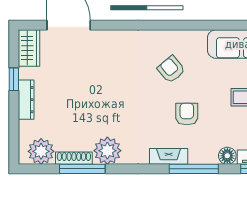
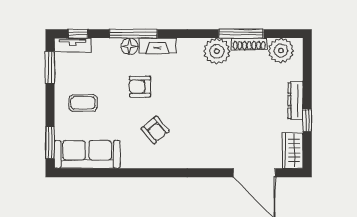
armchair: (187, 114) -> (140, 87), turned 90
floor lamp: (227, 156) -> (130, 46), moved

